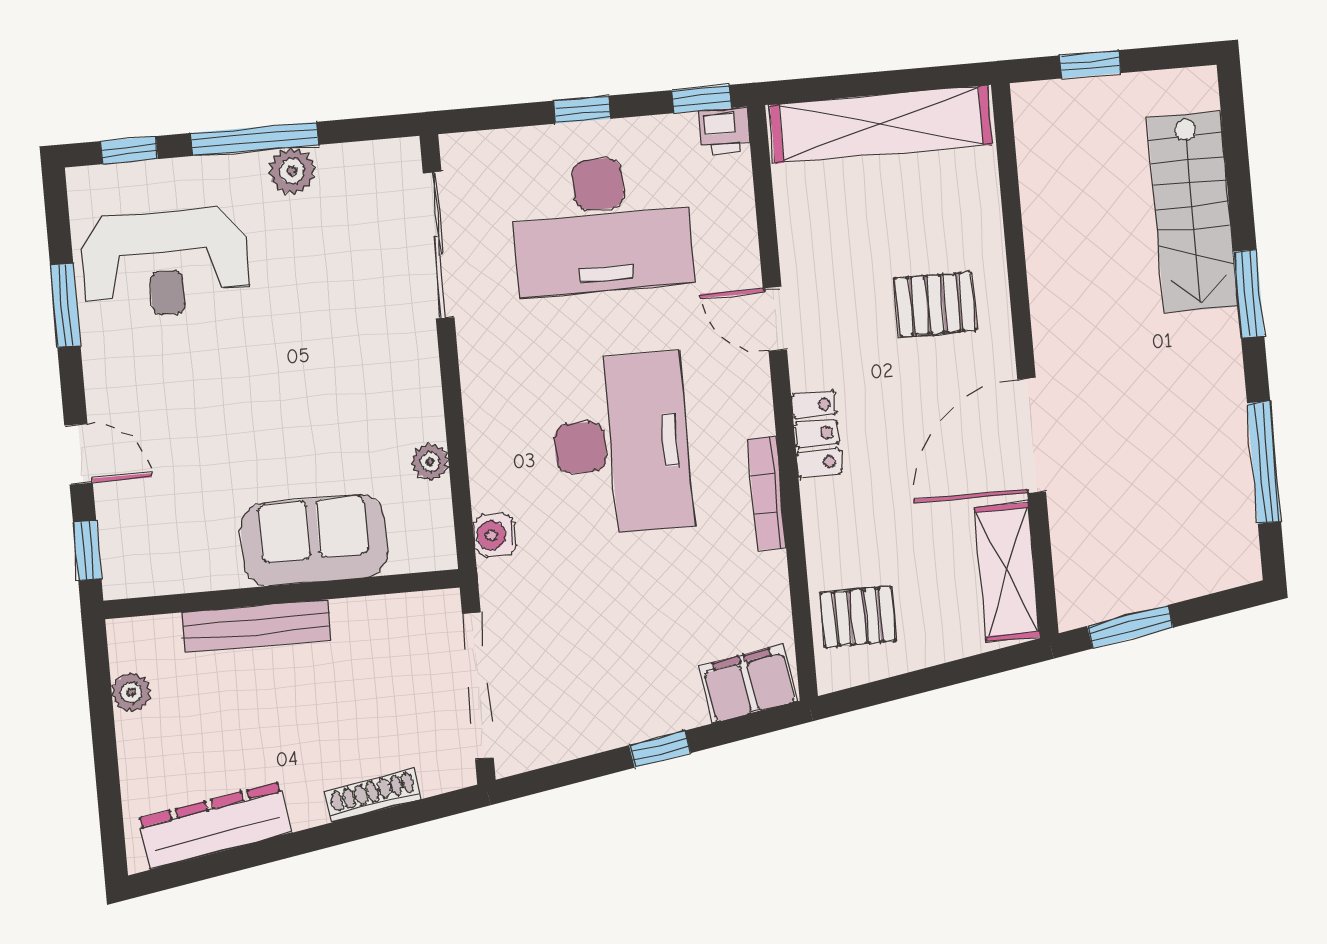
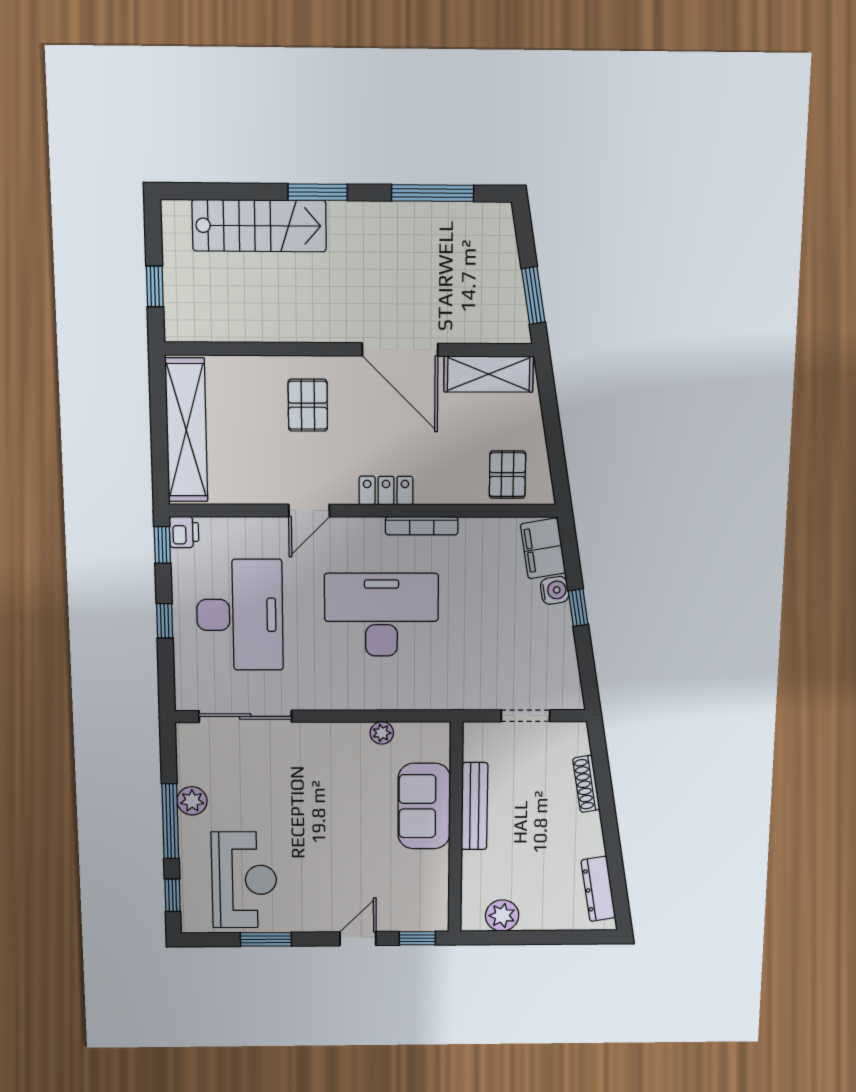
water cooler: (495, 535) -> (555, 590), moved, turned -99
bench: (256, 626) -> (474, 806), moved
doorway: (478, 686) -> (525, 716), width x0.53
plant: (131, 692) -> (502, 915), width x1.38, depth x1.38
dresser: (215, 826) -> (598, 889), width x0.73, depth x0.80

